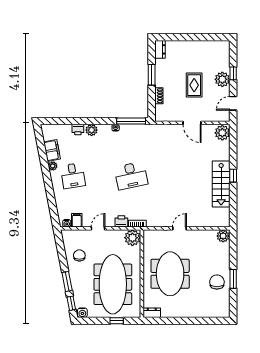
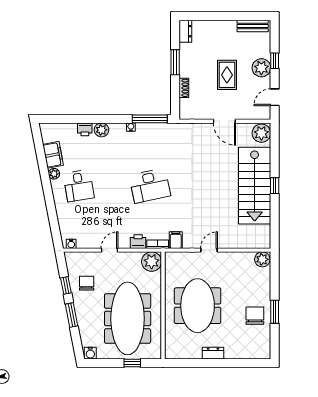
bench: (215, 45) -> (253, 26), added
stairs: (221, 184) -> (255, 186), width x1.36, depth x1.51
filing cabinet: (77, 220) -> (176, 240), moved
window: (71, 303) -> (66, 285), moved
dresser: (152, 313) -> (213, 353), moved

